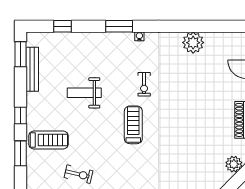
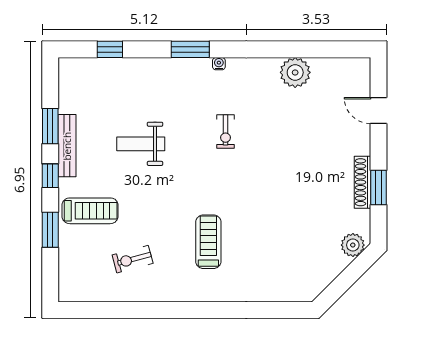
window: (21, 54) -> (50, 126), moved
bench: (32, 69) -> (67, 146), moved
treadmill: (133, 125) -> (208, 242), moved
exercise bike: (79, 174) -> (133, 259), turned 152

